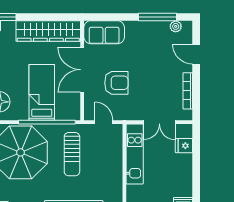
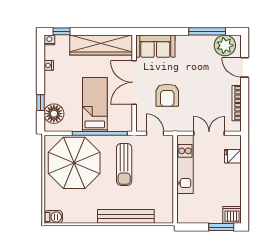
plant: (176, 26) -> (225, 45), width x1.88, depth x1.88
armchair: (116, 83) -> (167, 95), turned 90
double door: (159, 122) -> (209, 133), swing flipped

